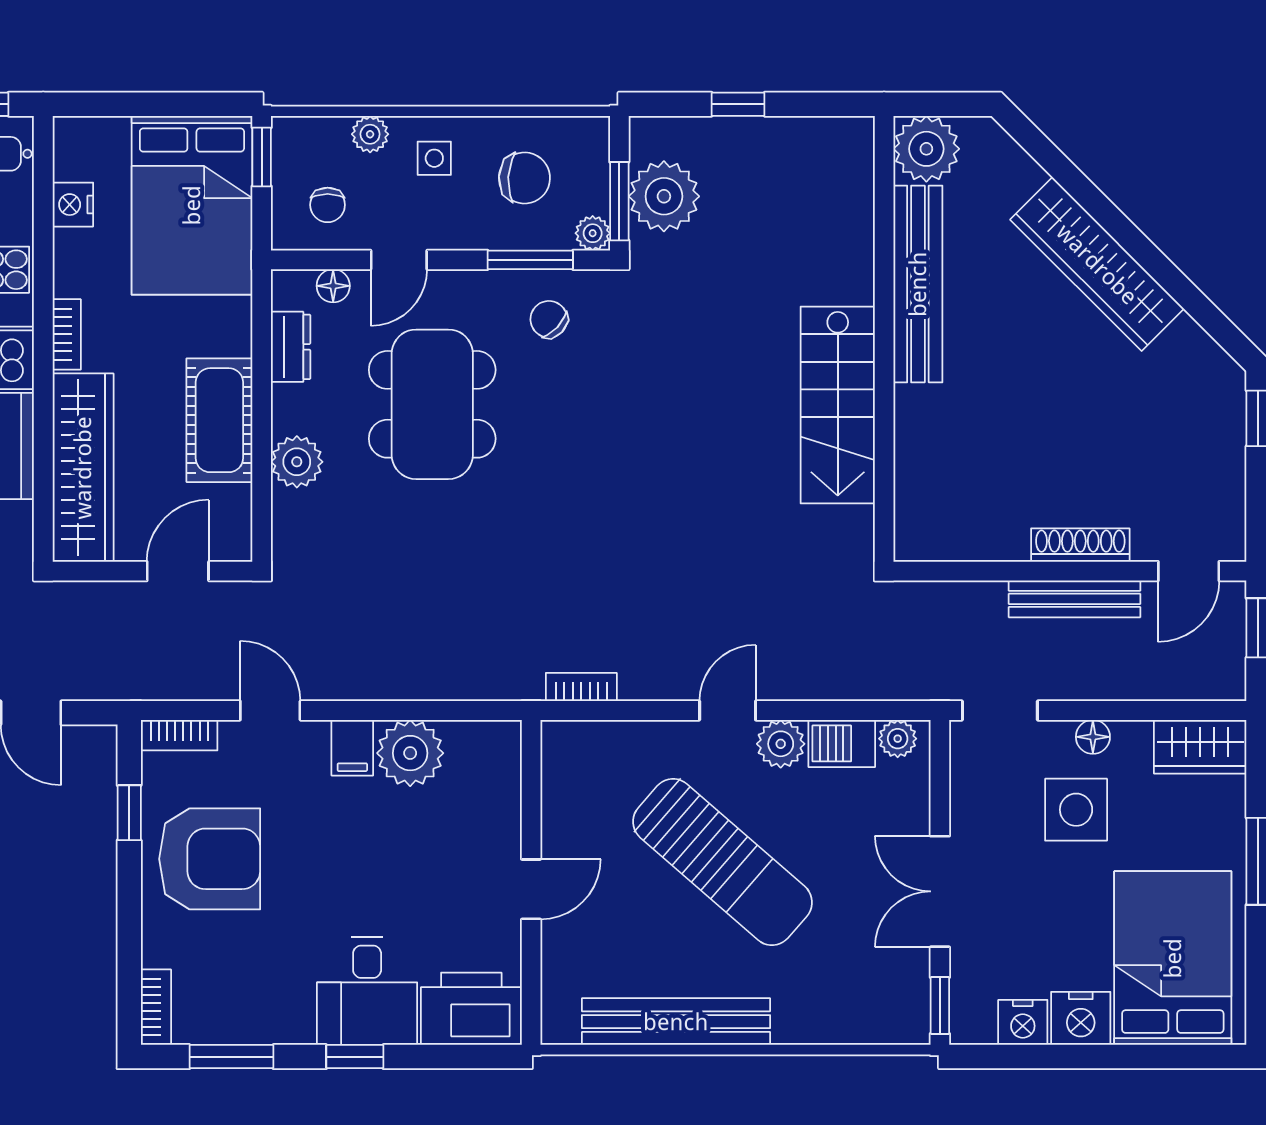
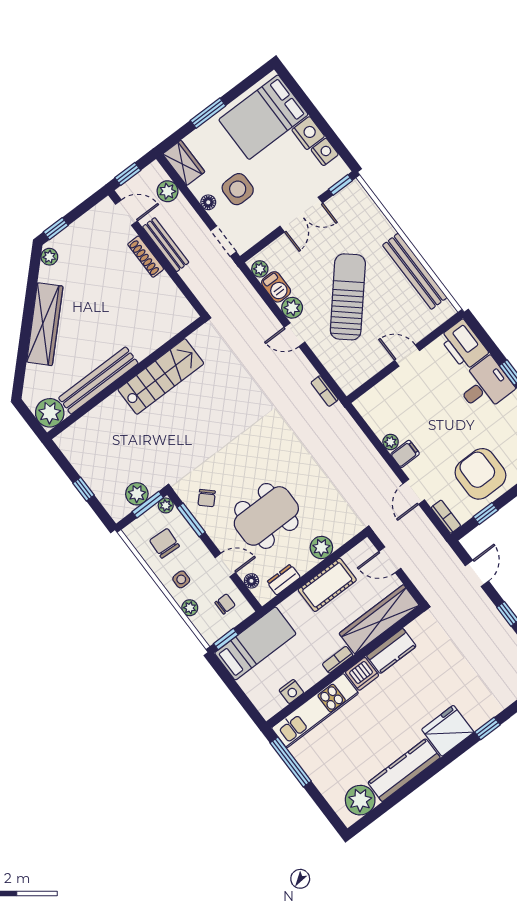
plant: (664, 196) -> (137, 494), width x0.73, depth x0.73
bed: (192, 205) -> (255, 643), width x0.67
plant: (1215, 367) -> (49, 257), added
plant: (1170, 677) -> (168, 191), added
plant: (410, 753) -> (391, 442), width x0.53, depth x0.53

